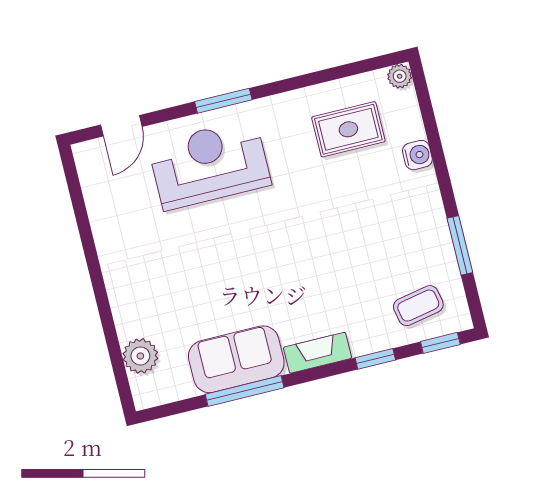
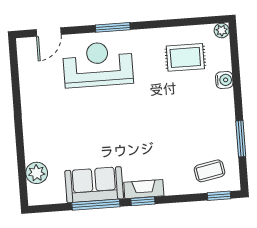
window: (375, 359) -> (143, 201), moved

